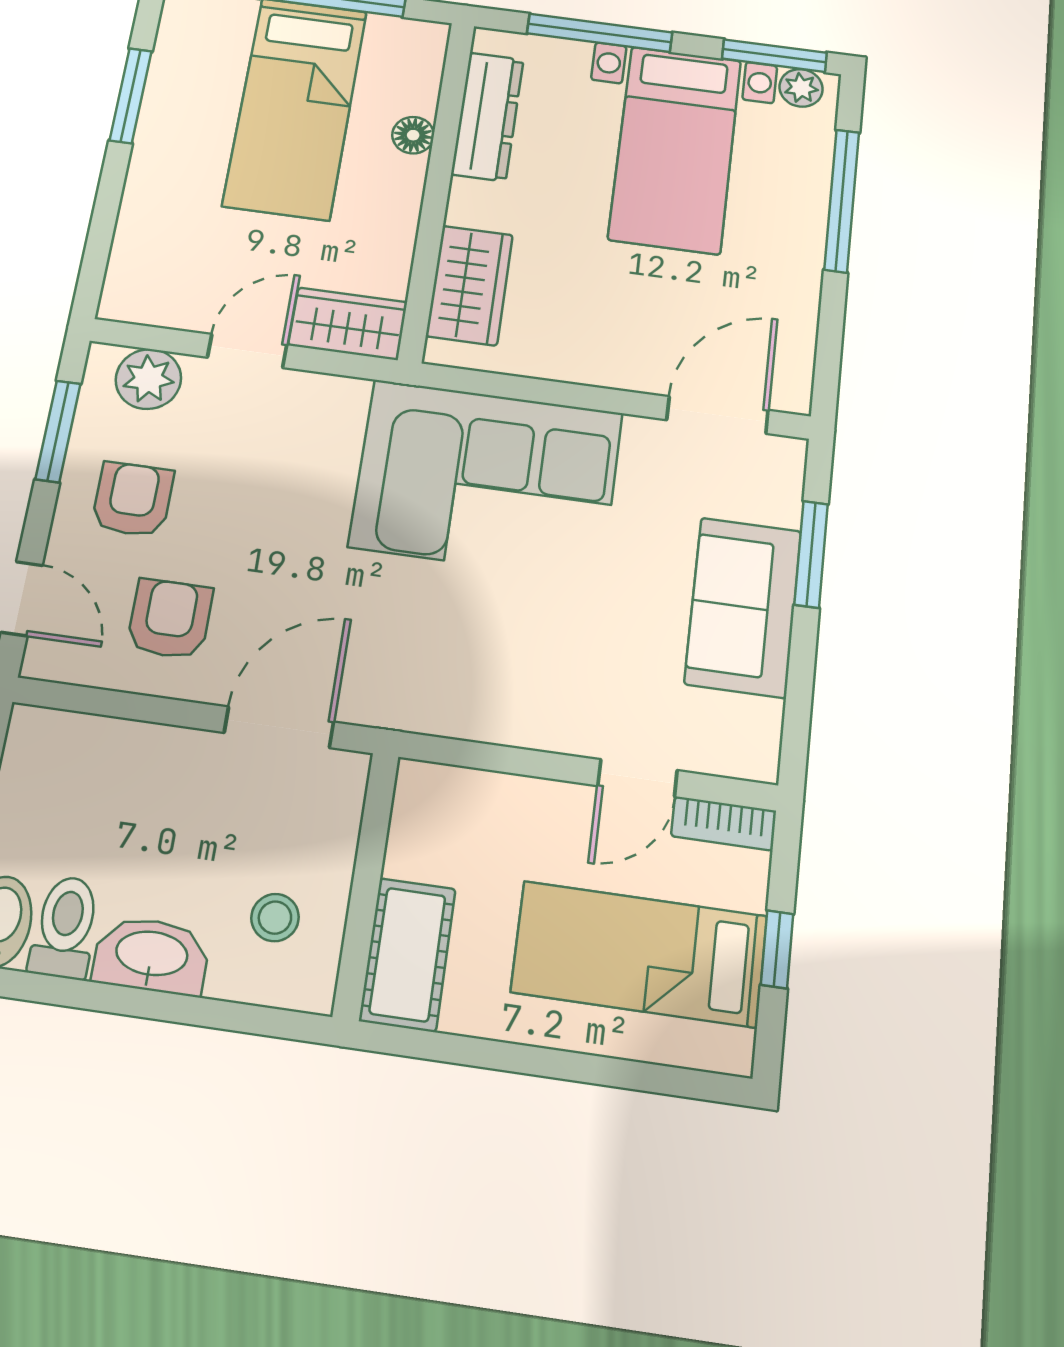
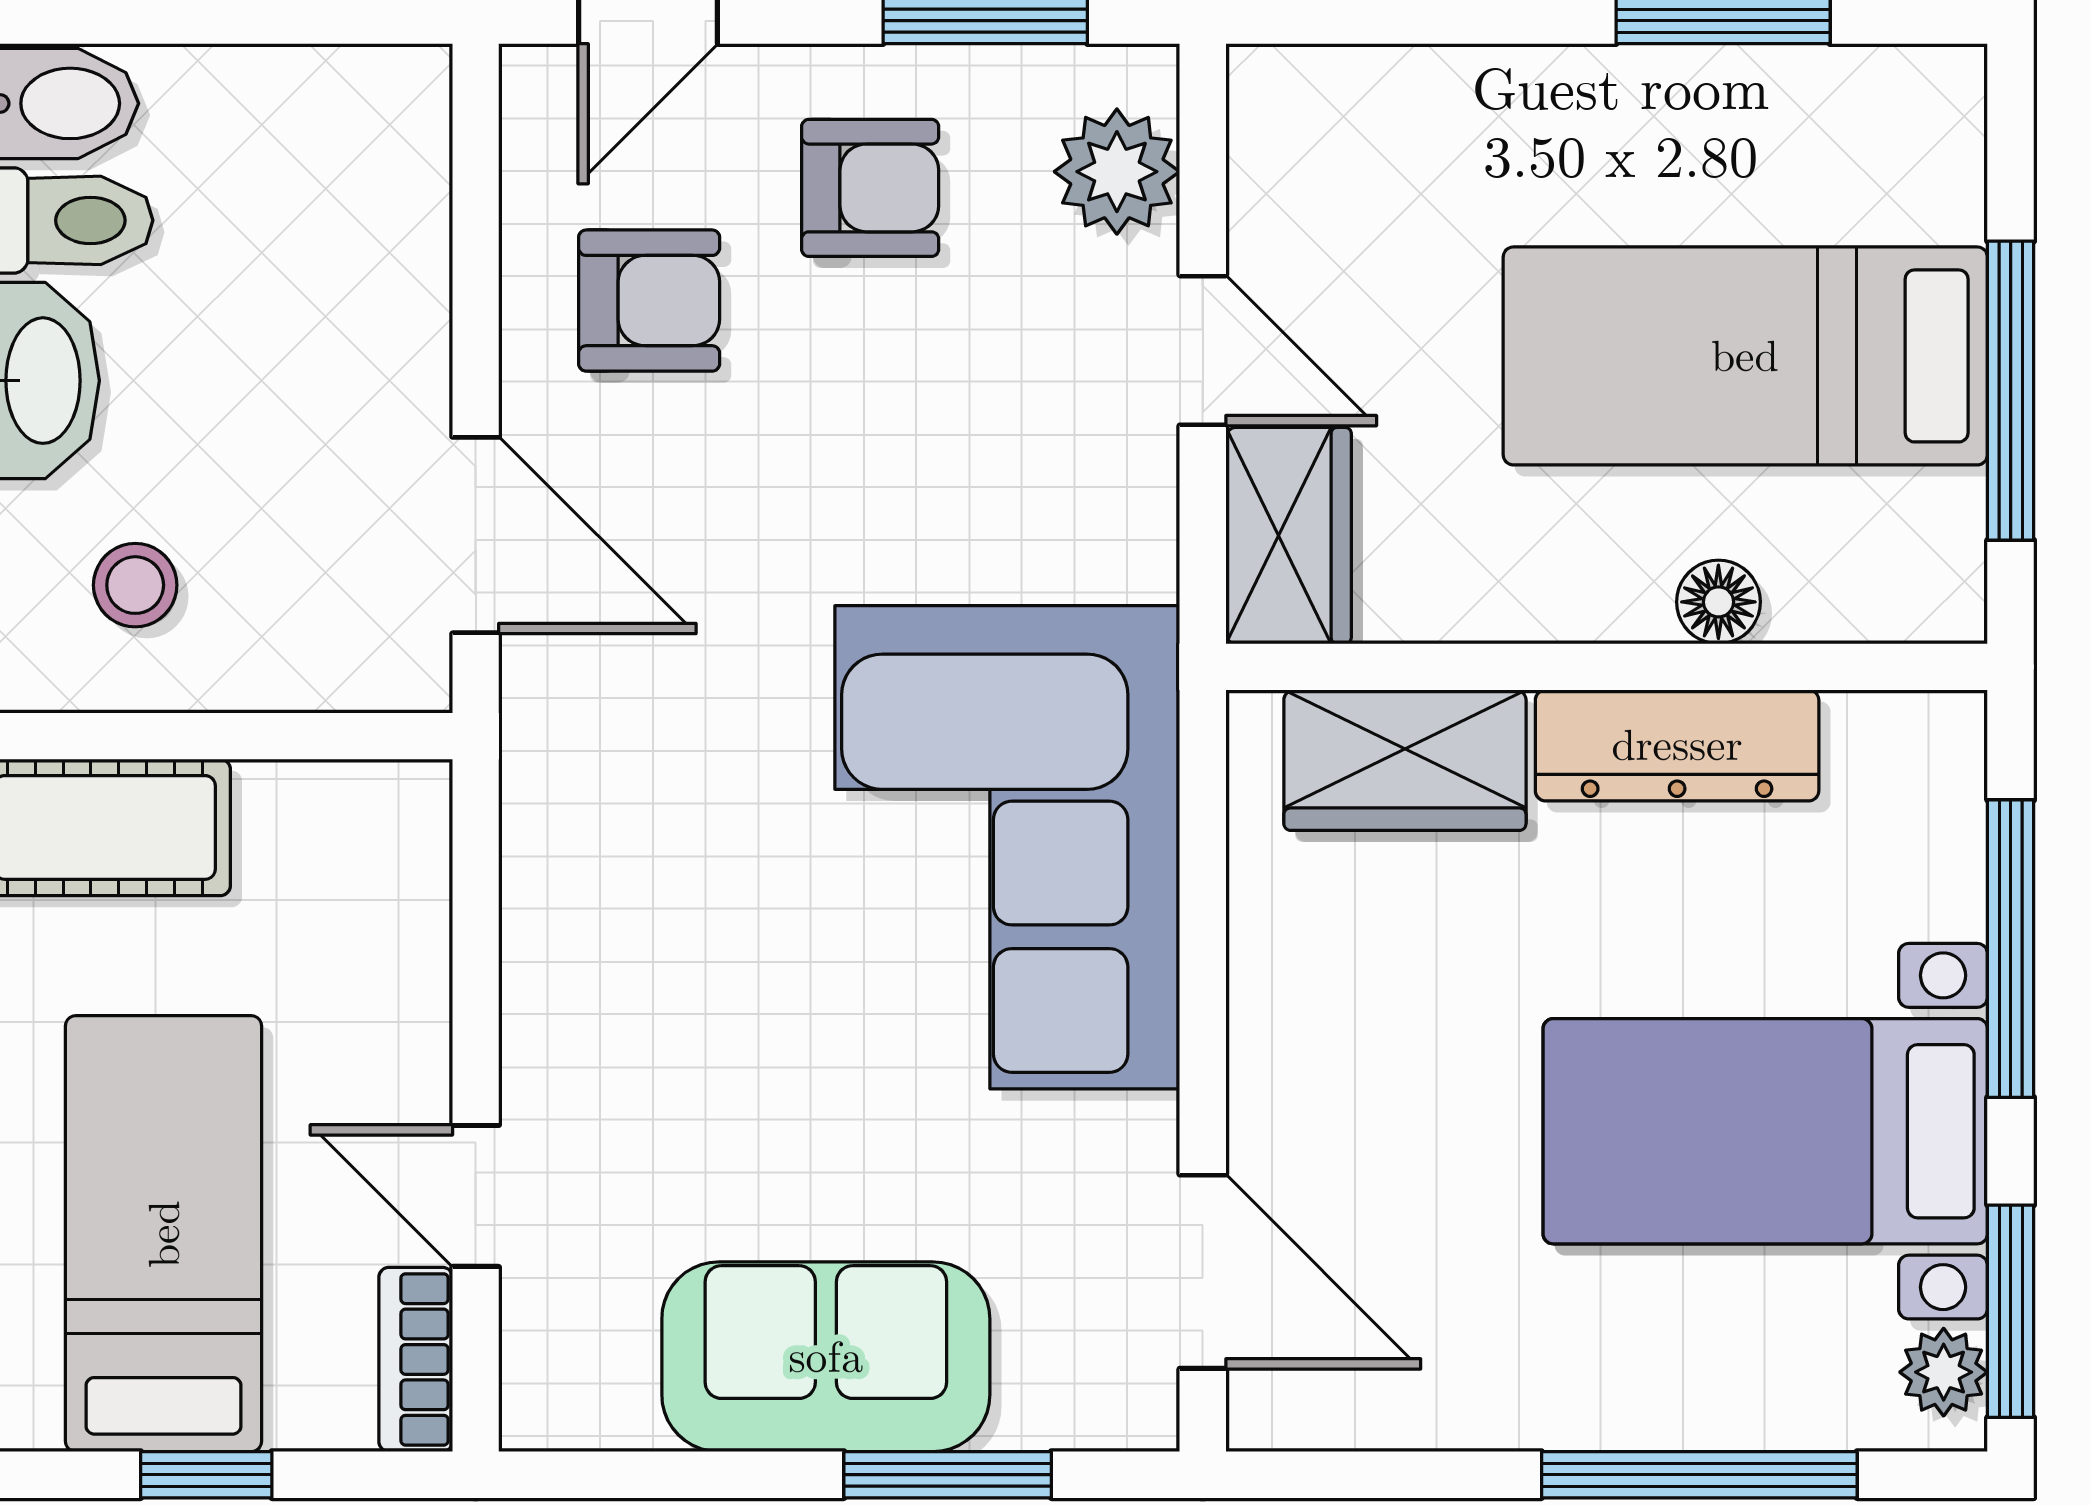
dresser: (488, 117) -> (1677, 745), moved

